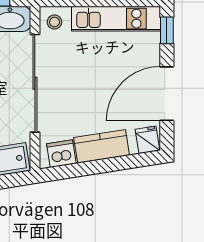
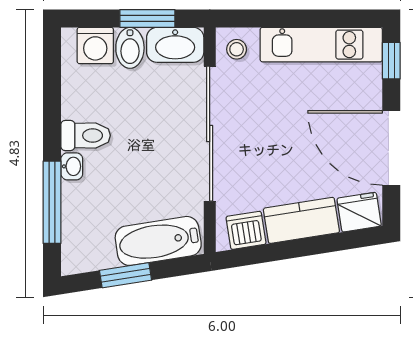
door: (167, 94) -> (391, 148), hinge flipped
fridge: (147, 140) -> (359, 212), width x1.38

